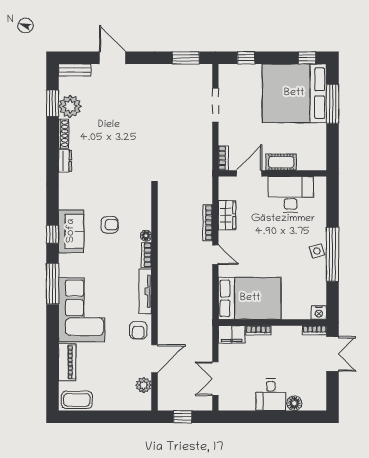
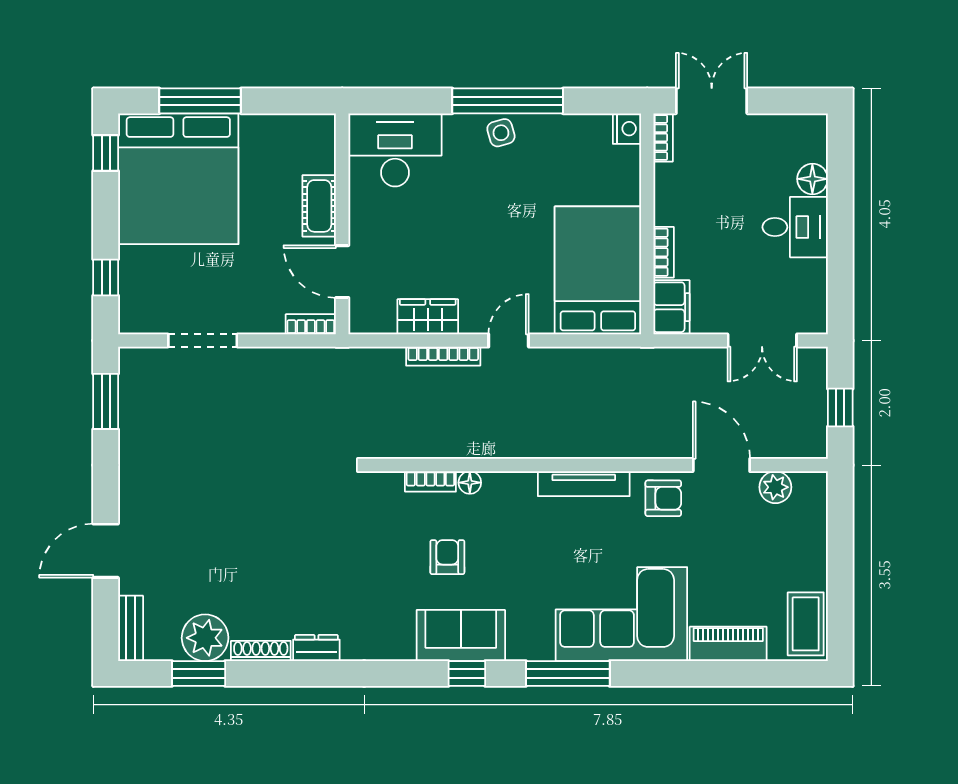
desk: (291, 194) -> (395, 150), moved, turned 90
bookcase: (146, 255) -> (430, 481), moved

